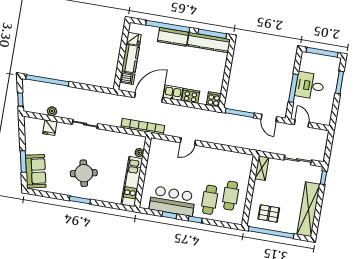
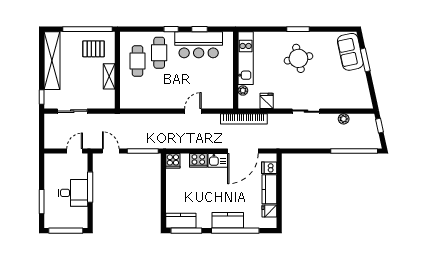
kitchen counter: (209, 43) -> (181, 221), width x0.67
door: (302, 123) -> (75, 151), swing flipped
fridge: (50, 128) -> (267, 101), moved
shelving: (262, 168) -> (109, 76), moved

